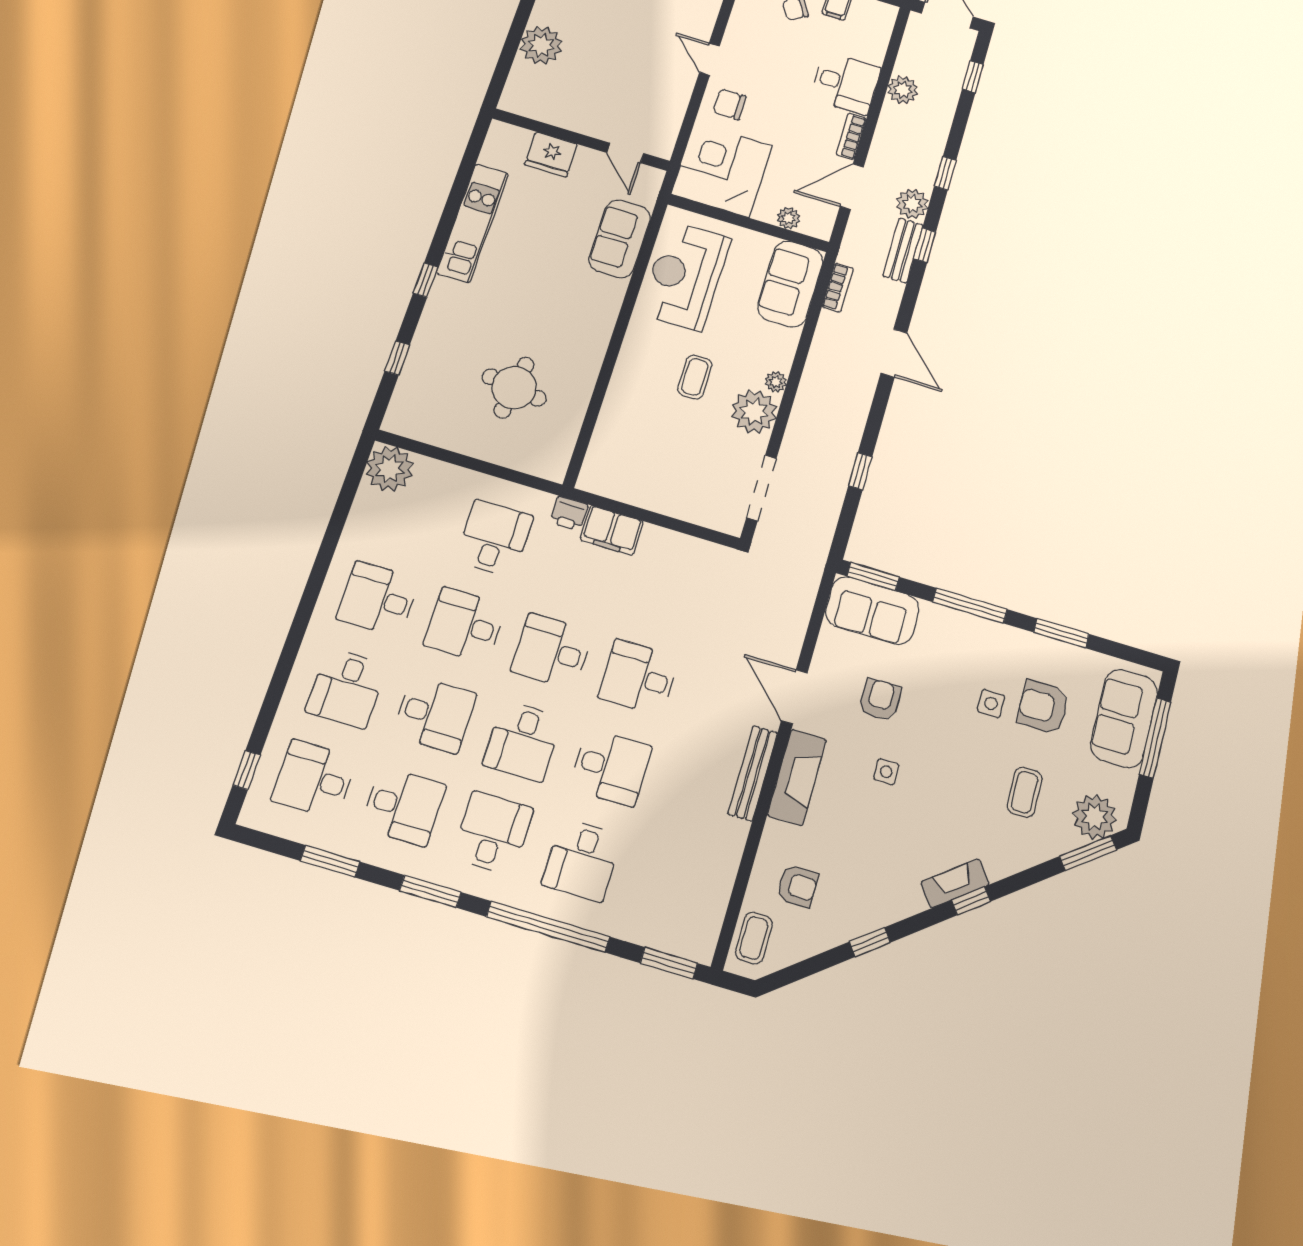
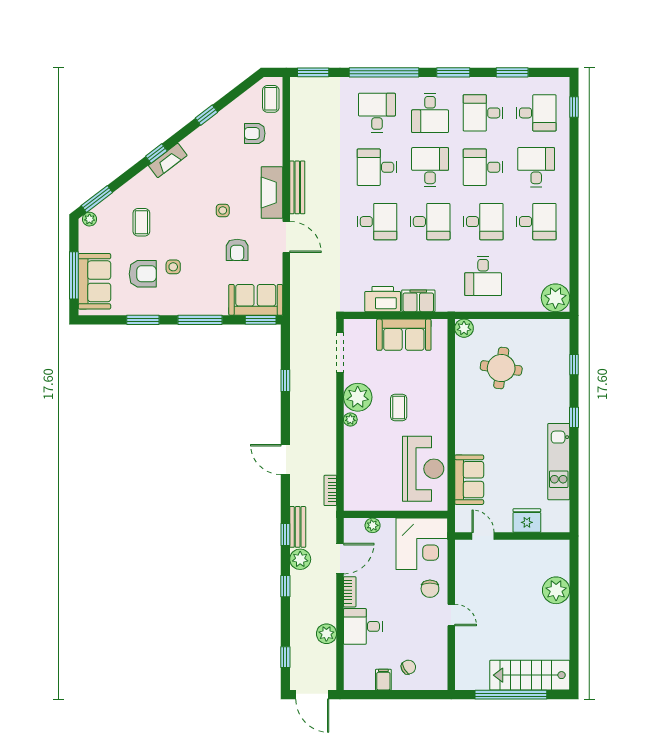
chair: (730, 104) -> (430, 589), turned 90
sofa: (790, 284) -> (404, 335), moved, turned 90
plant: (552, 466) -> (464, 328), added
printer: (569, 513) -> (383, 299), moved, width x1.87, depth x1.48
plant: (1095, 817) -> (90, 219), width x0.53, depth x0.53

